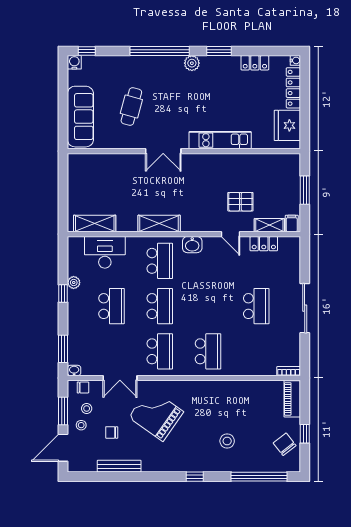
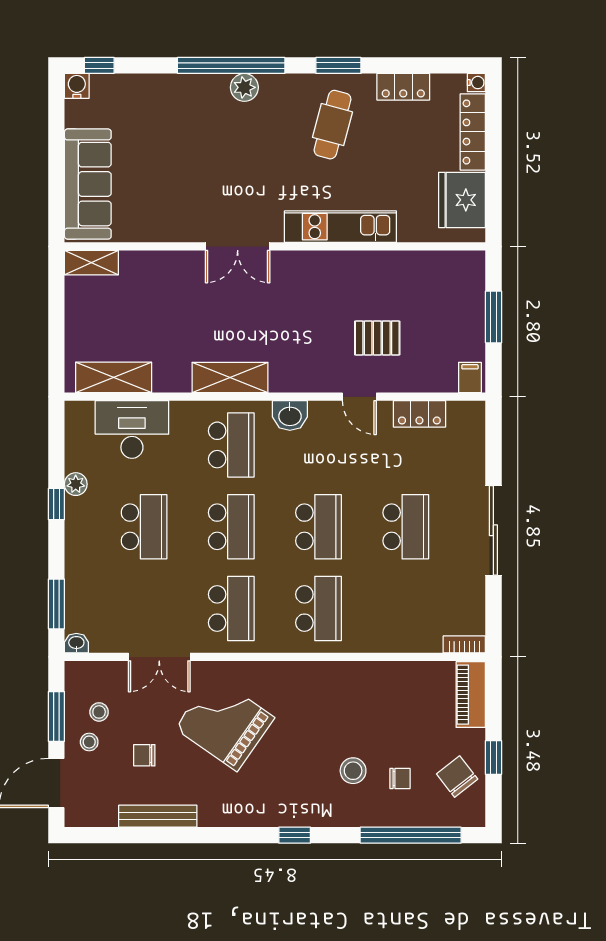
plant: (192, 63) -> (244, 87), moved
cafe table: (131, 106) -> (332, 125), moved
shelving: (269, 225) -> (91, 263), moved
school desk: (208, 306) -> (319, 527), added
chair: (83, 387) -> (400, 778), moved

